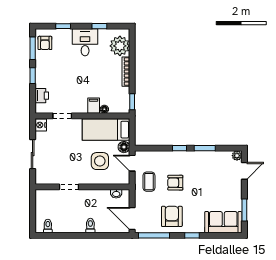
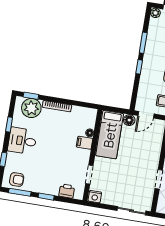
window: (132, 102) -> (31, 96), moved
sliding door: (33, 154) -> (131, 211), moved
side table: (100, 161) -> (139, 146), removed

